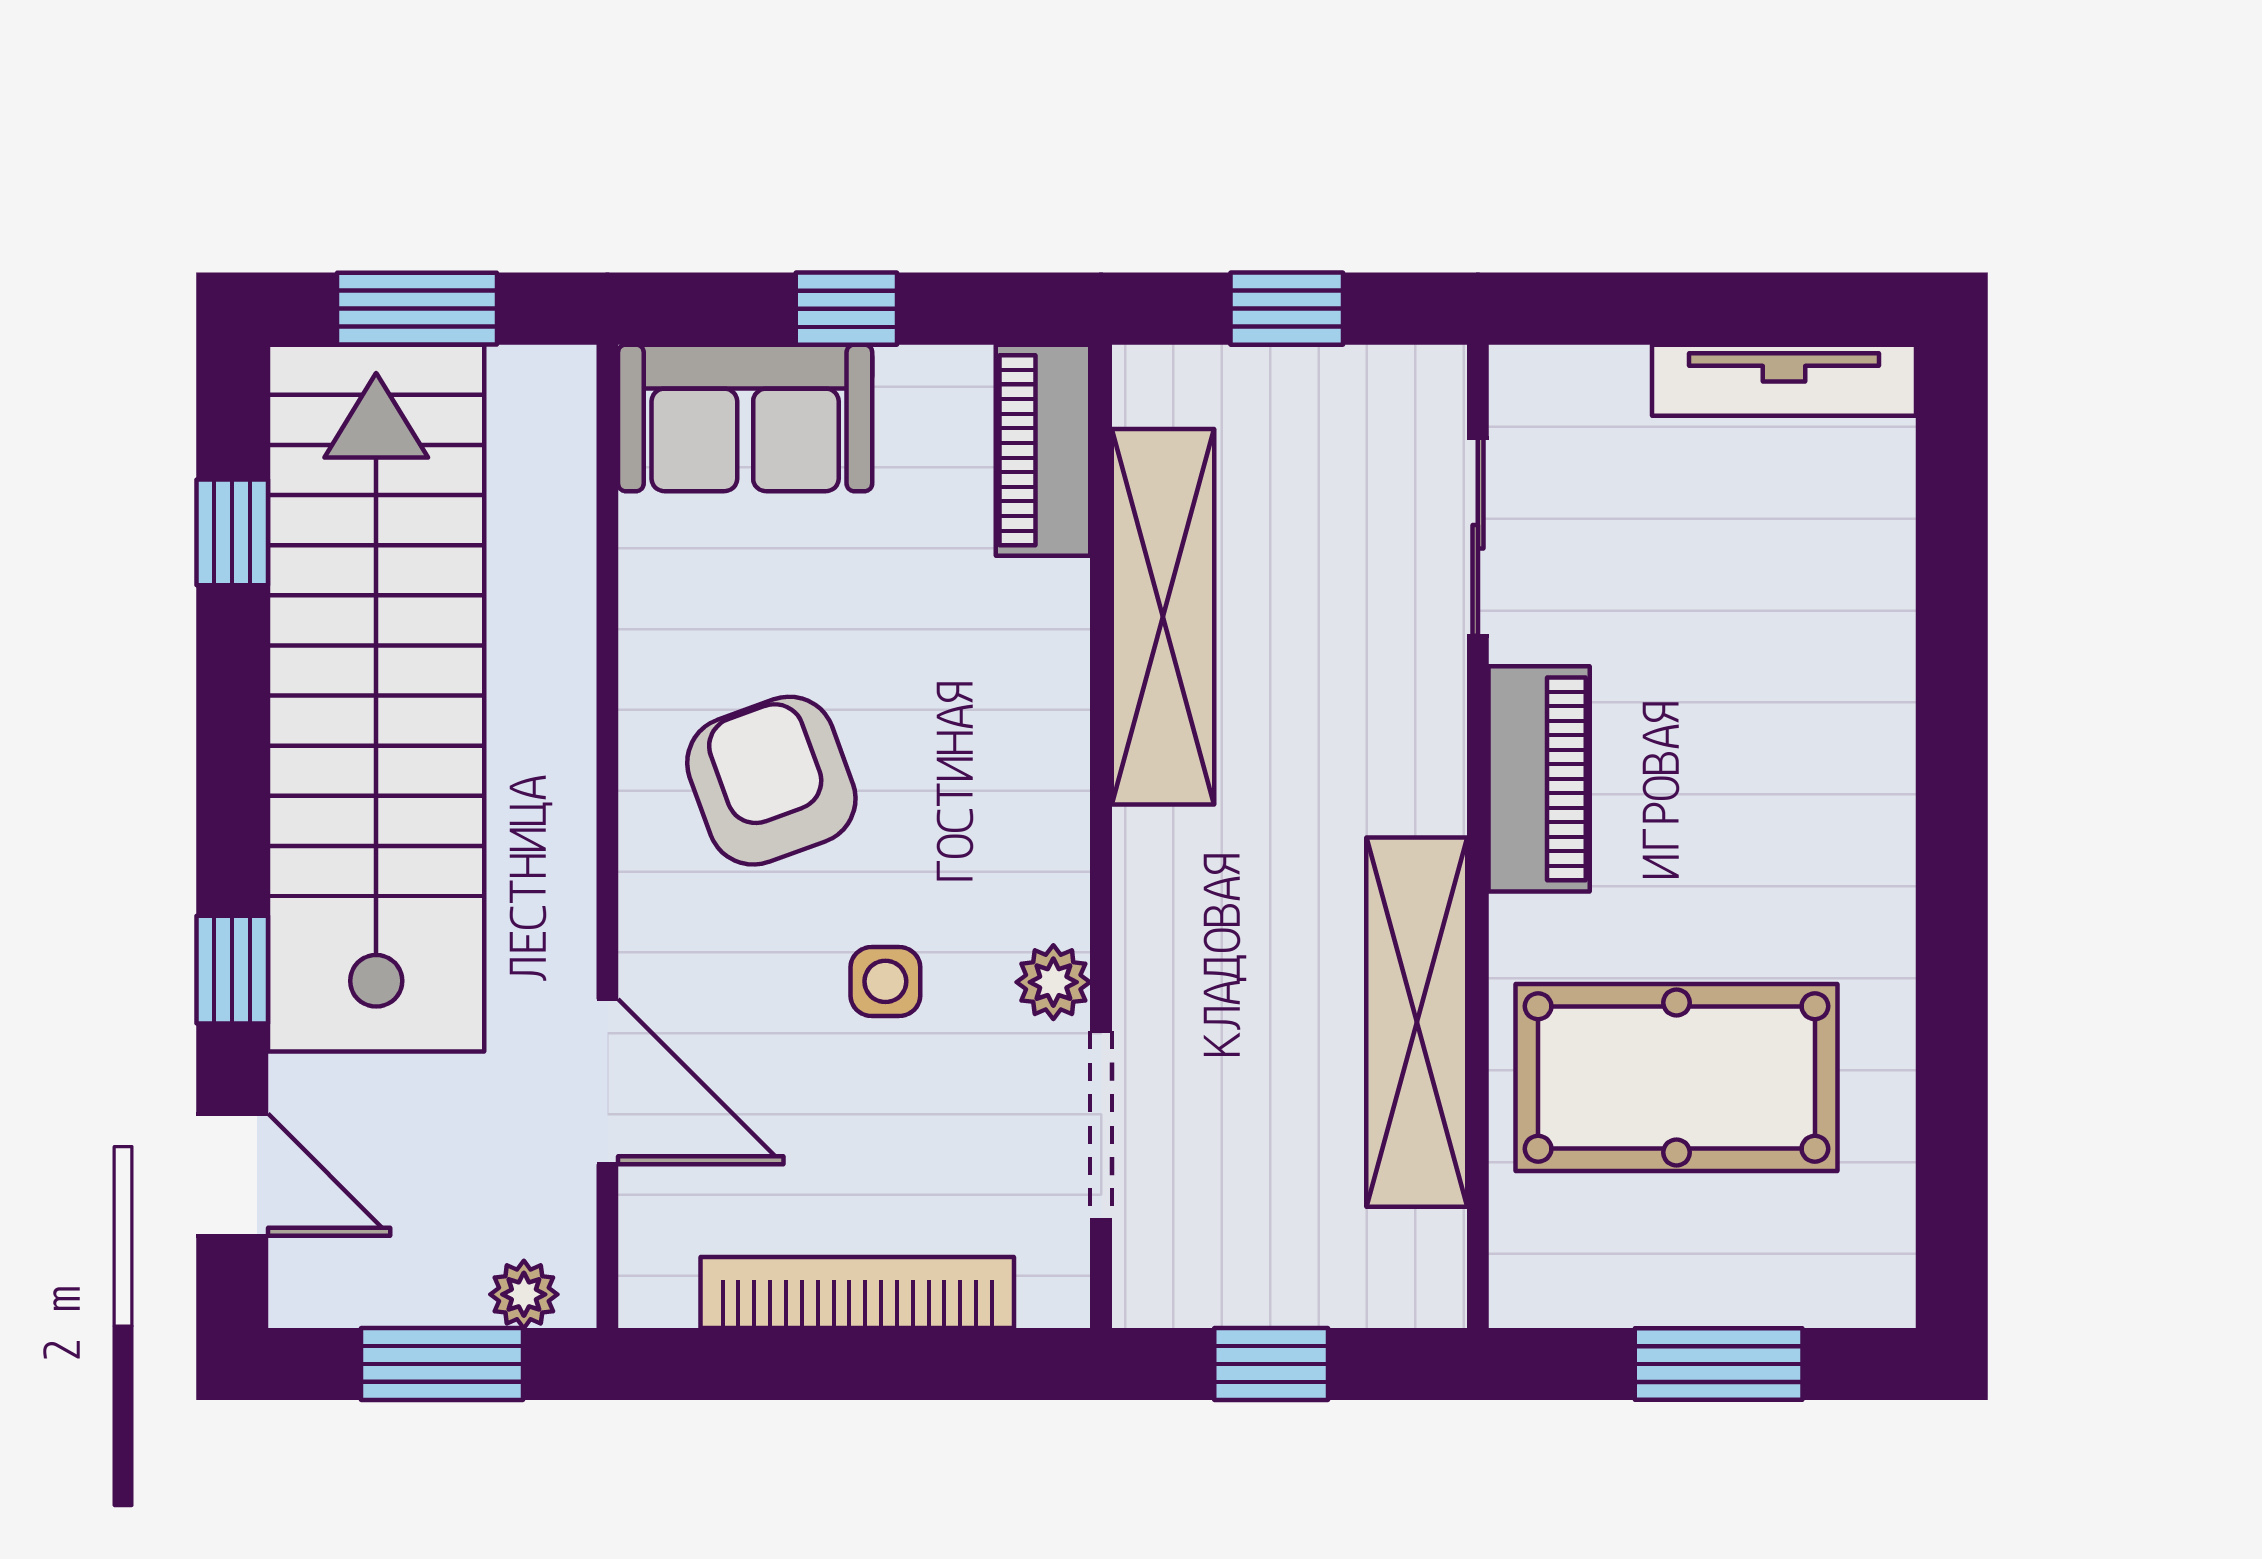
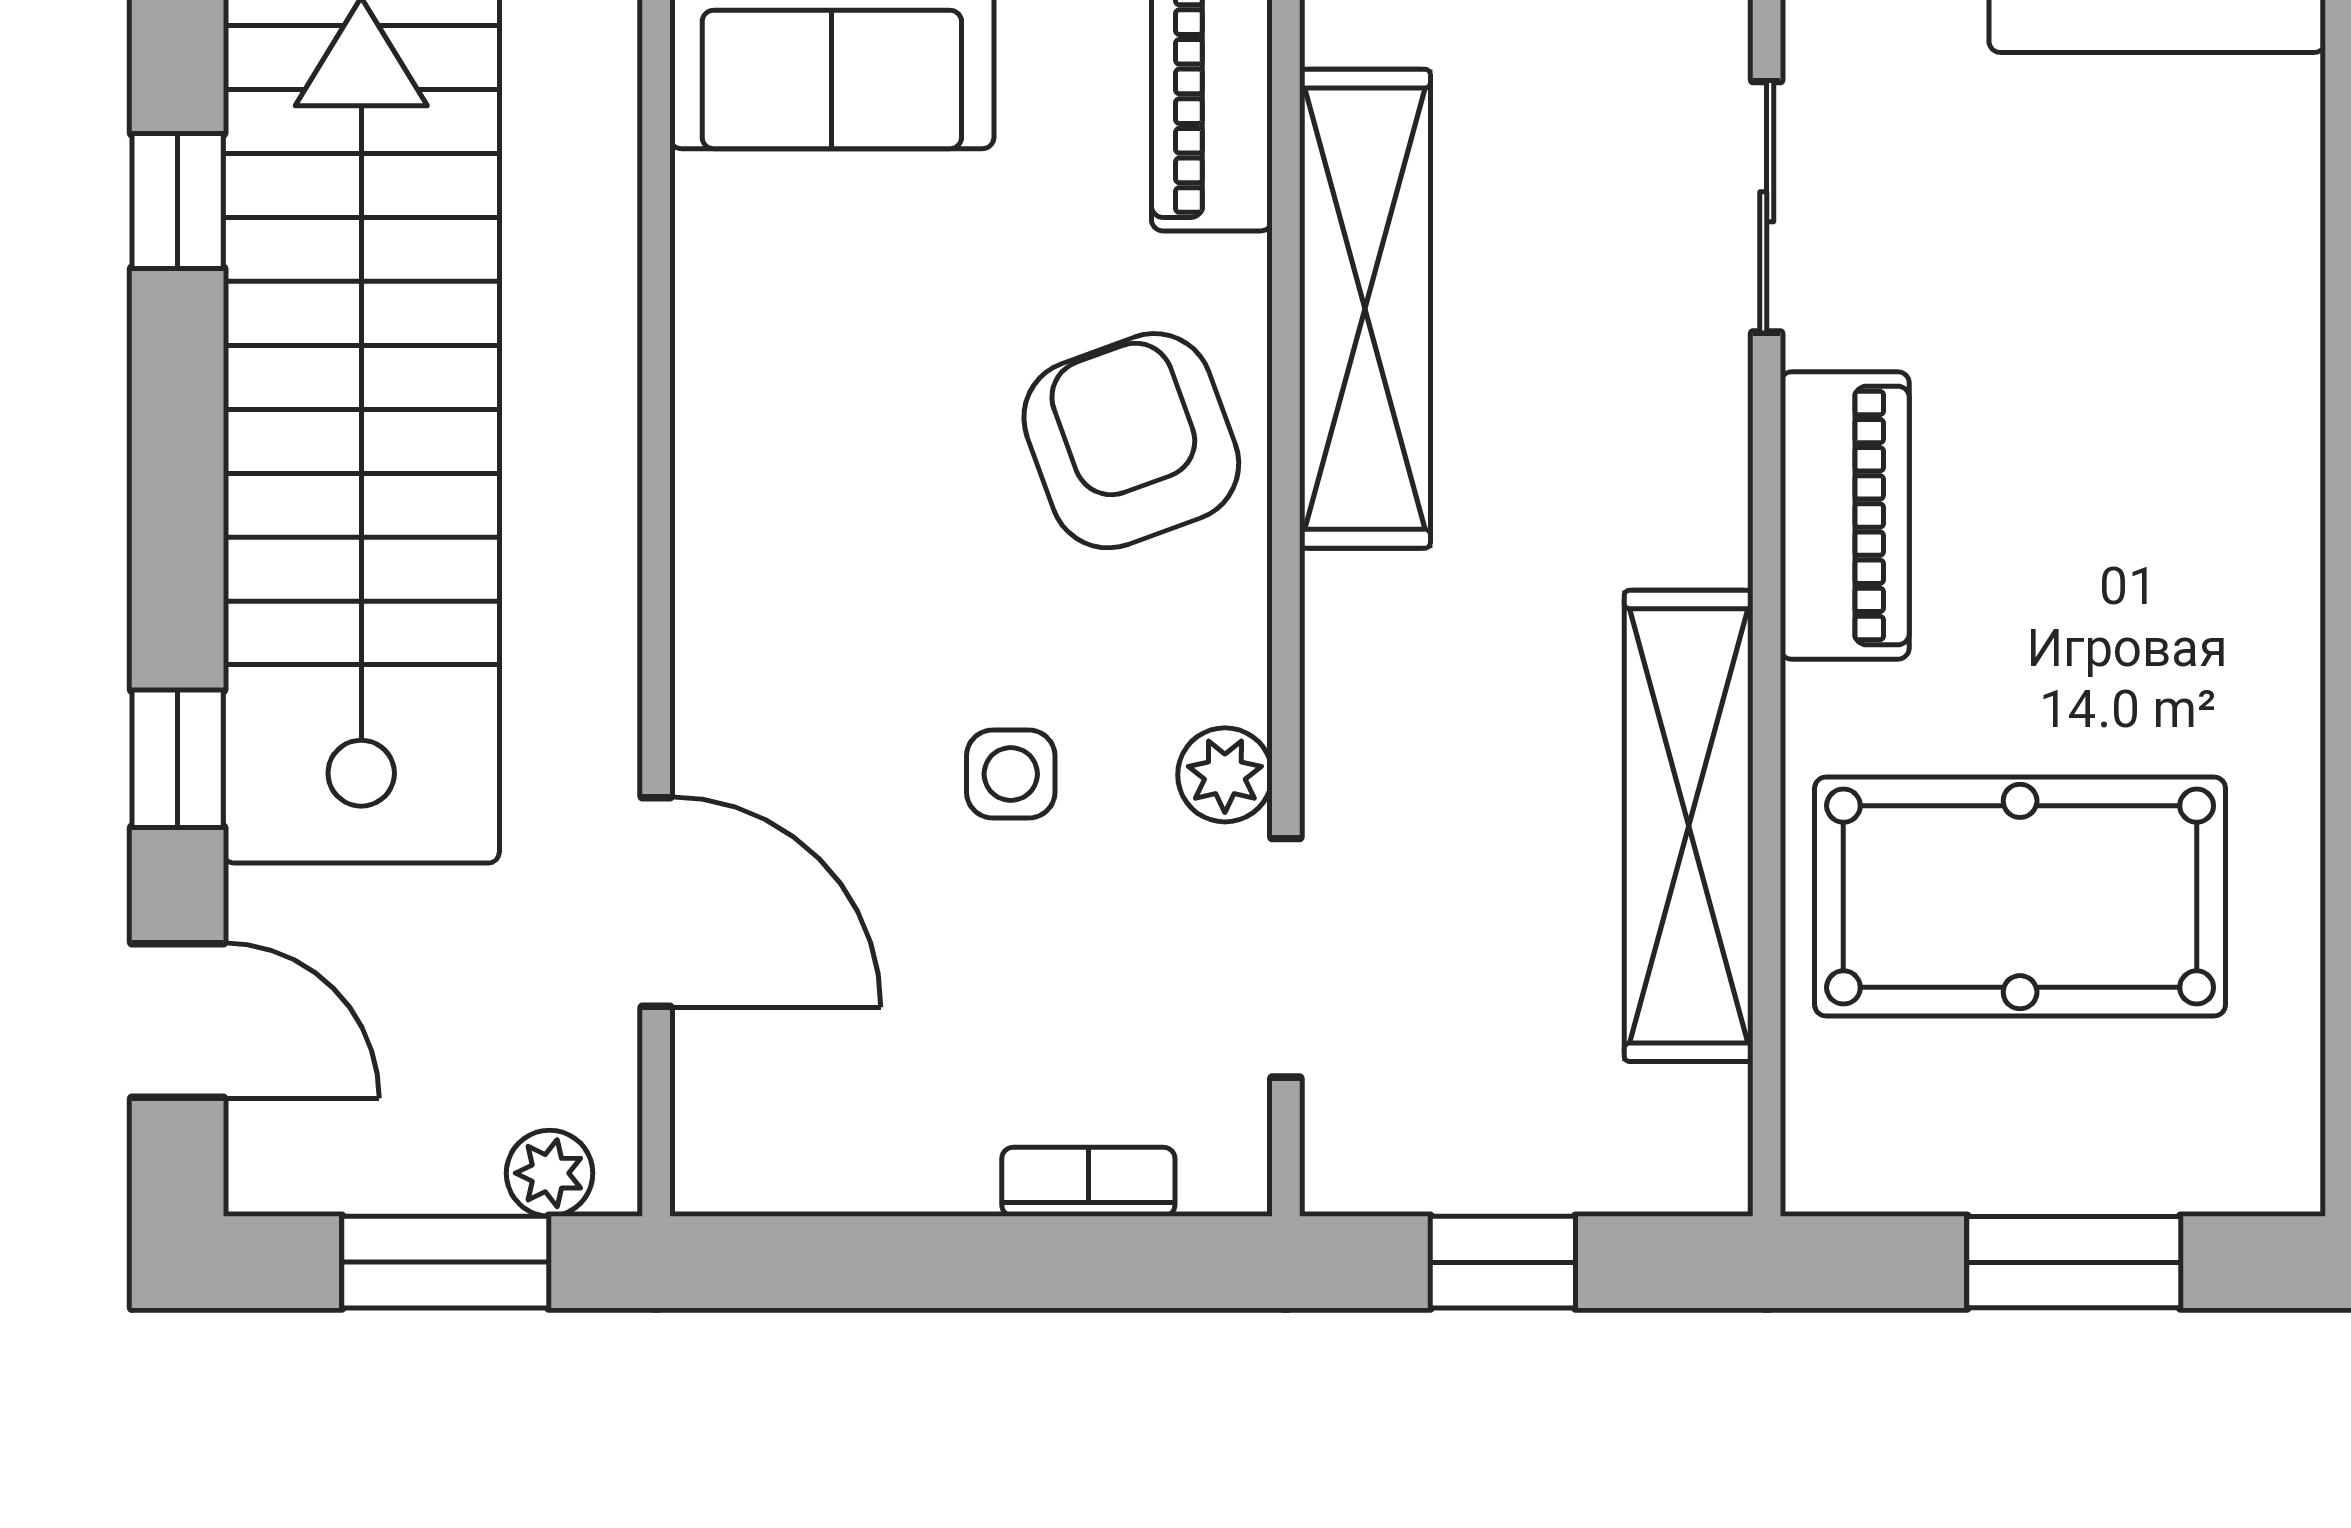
armchair: (771, 781) -> (1131, 441), moved
bookcase: (857, 1293) -> (1088, 1182), width x0.43, depth x0.76

